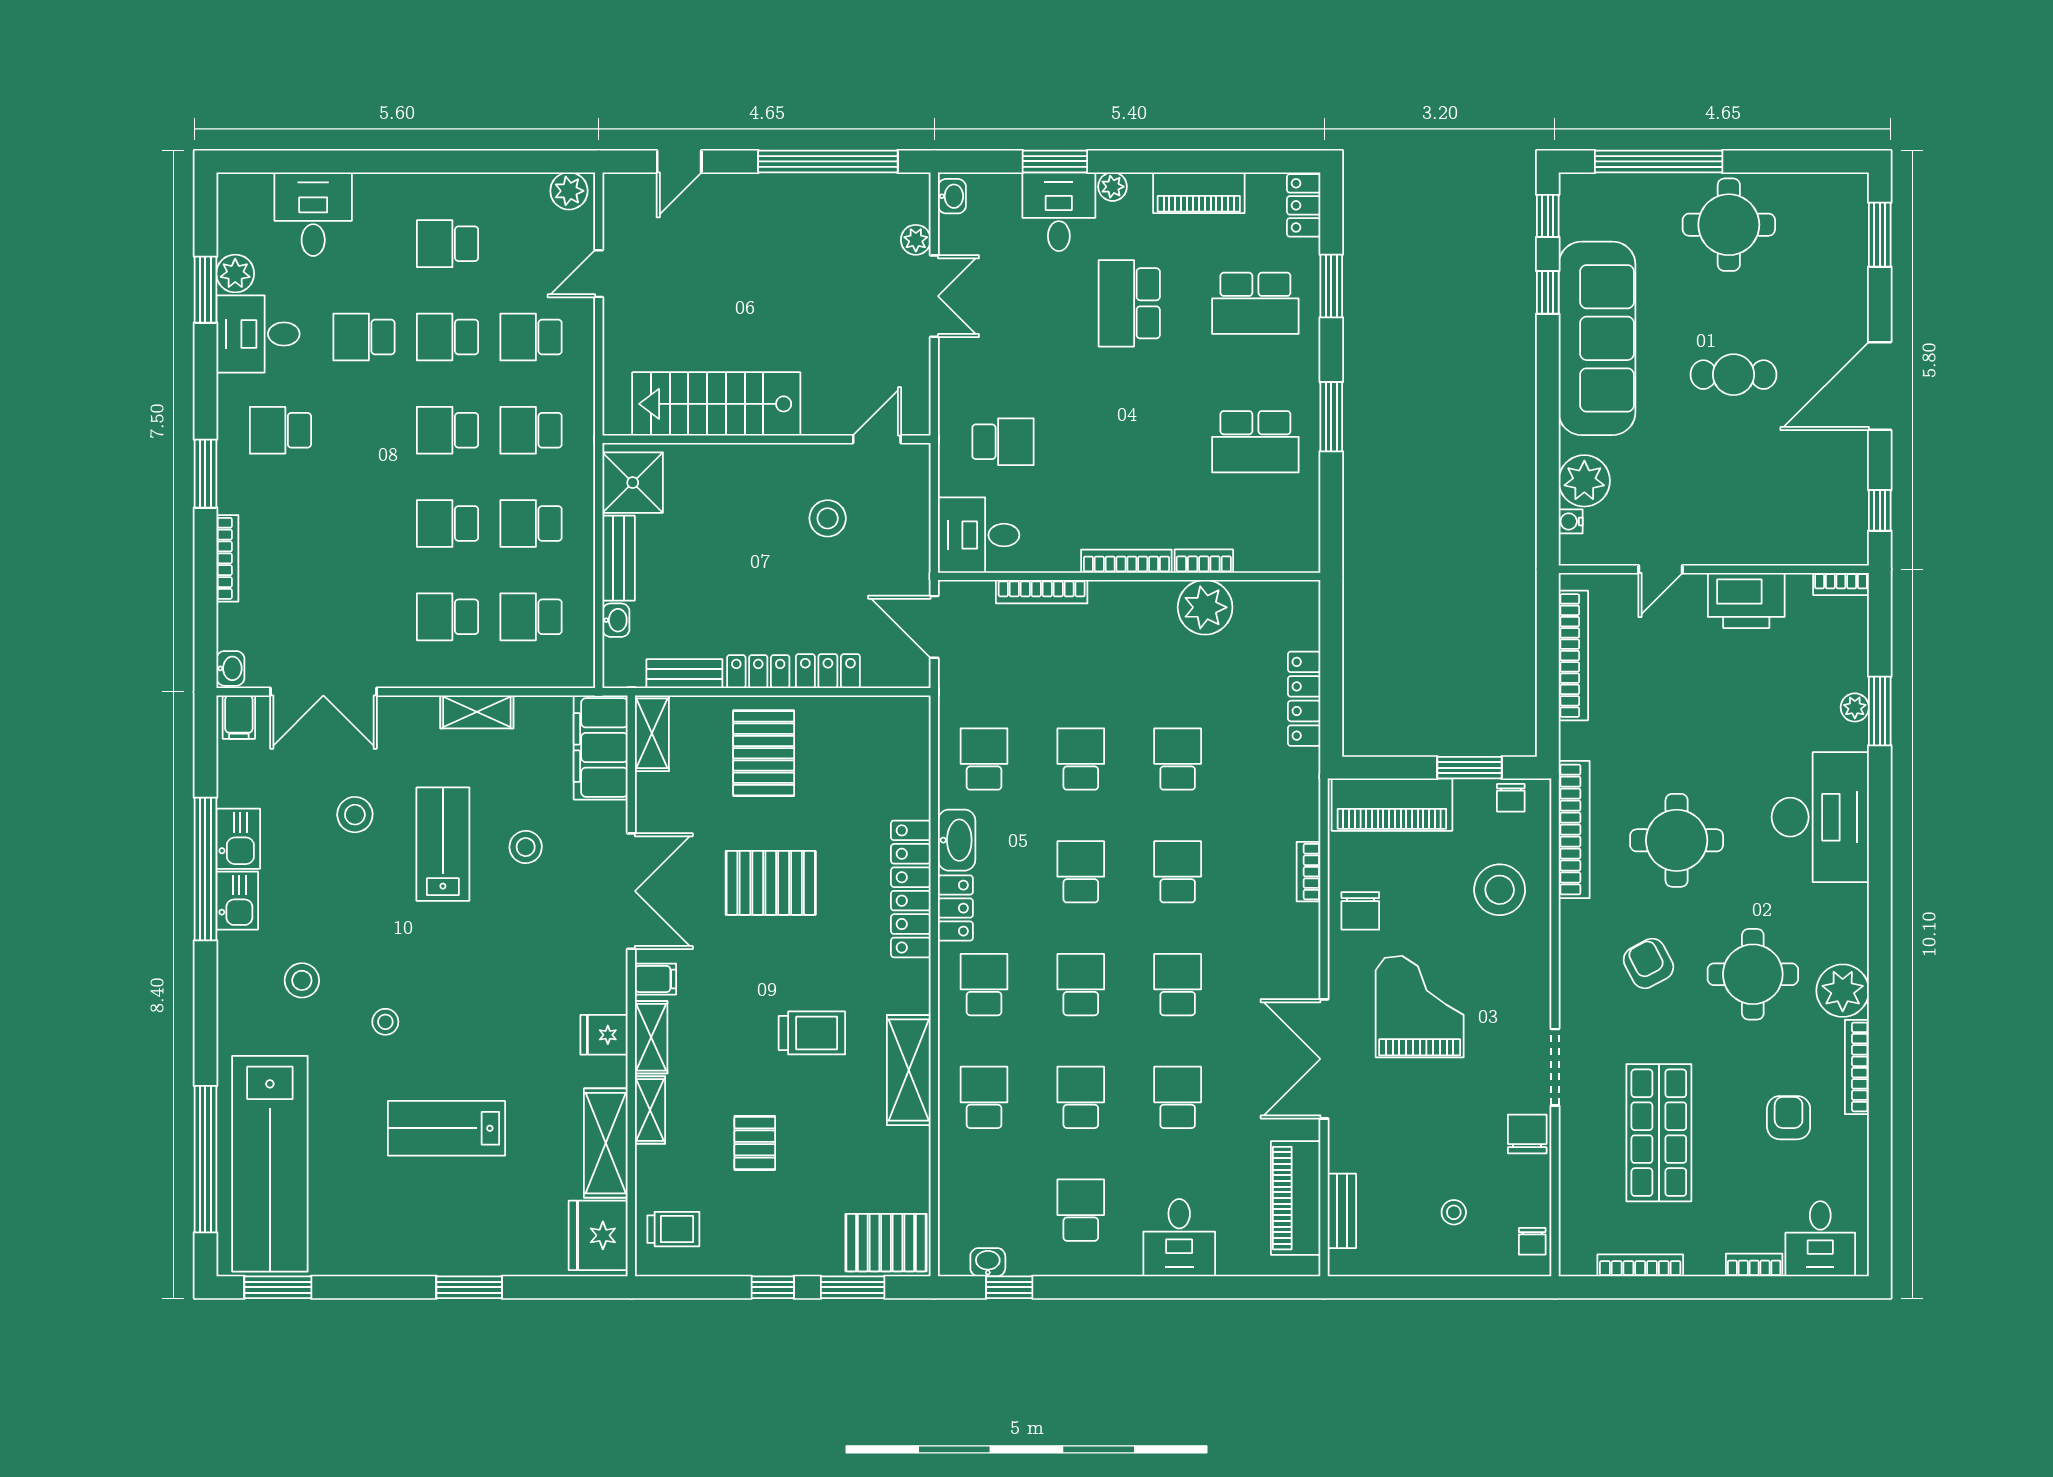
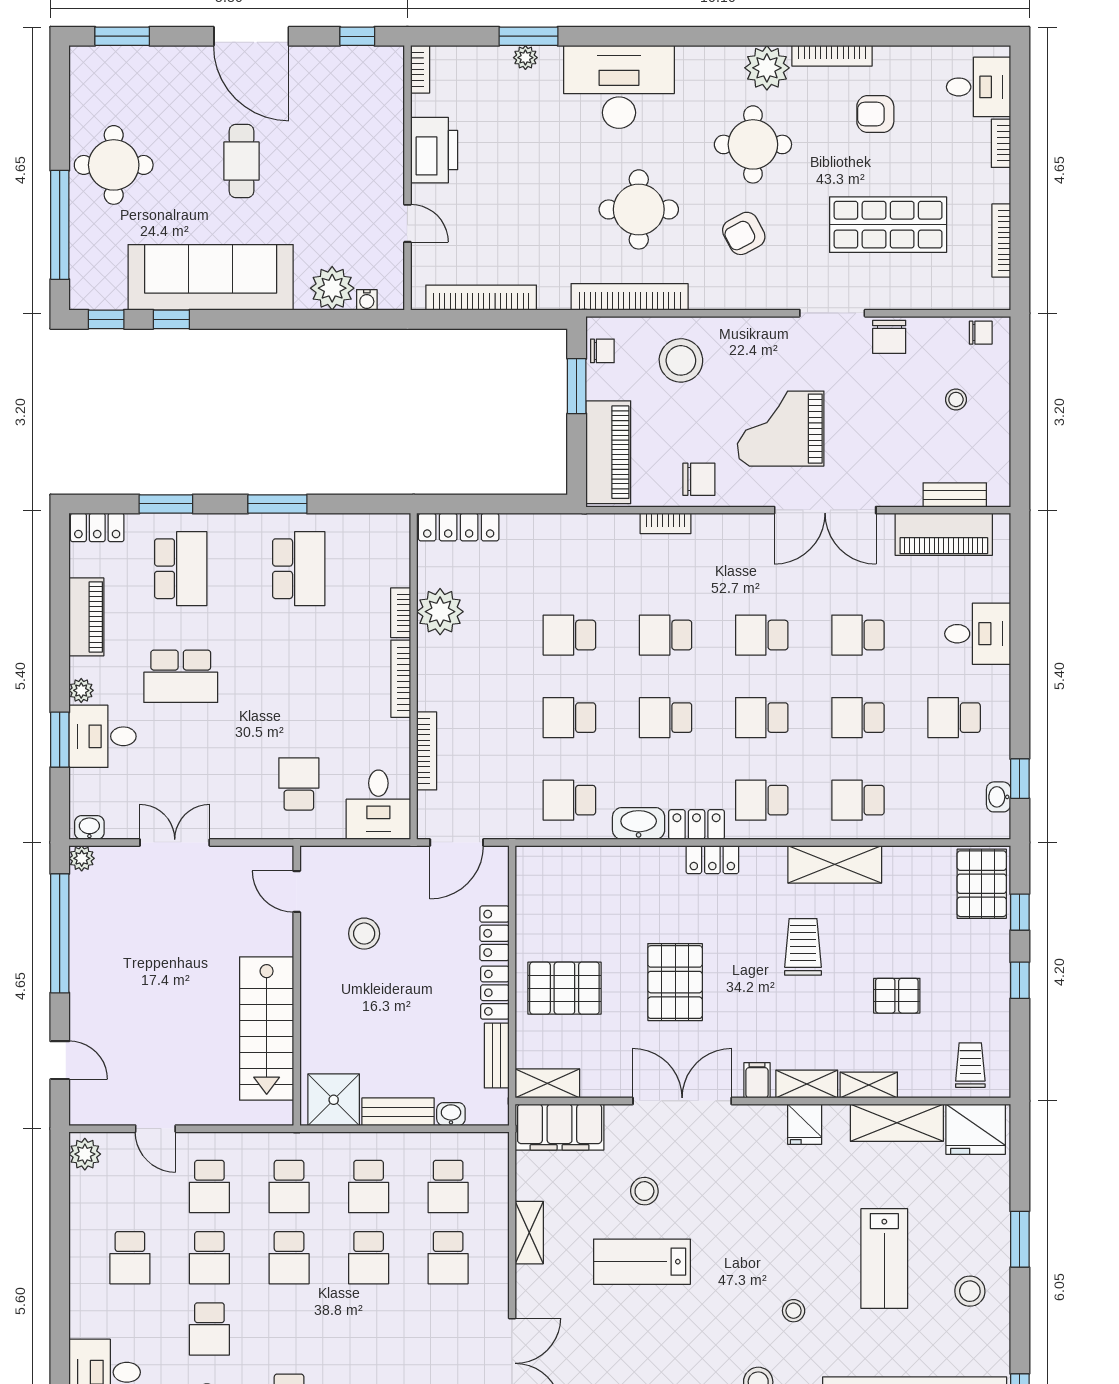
plant: (916, 240) -> (82, 858), moved
locker: (1304, 699) -> (459, 527), moved
stool: (355, 815) -> (970, 1291), moved
locker: (911, 889) -> (712, 860), width x0.46, depth x0.83
chair: (1527, 1134) -> (889, 337), turned -90
window: (853, 1287) -> (1020, 912), width x0.67

